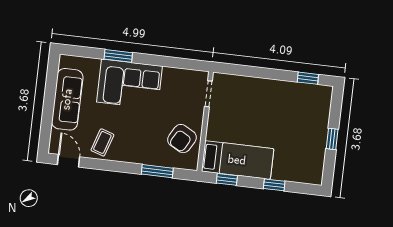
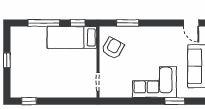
window: (118, 56) -> (175, 101), moved
coffee table: (102, 142) -> (169, 39), removed
window: (274, 185) -> (44, 23), width x2.17

